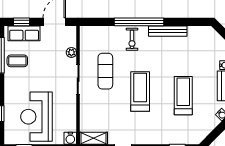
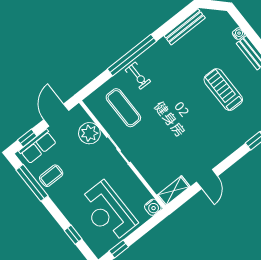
bench: (168, 31) -> (185, 27), moved
plant: (71, 52) -> (89, 133), width x1.88, depth x1.88
exercise mat: (105, 71) -> (123, 108), moved
treadmill: (140, 91) -> (182, 116), removed

